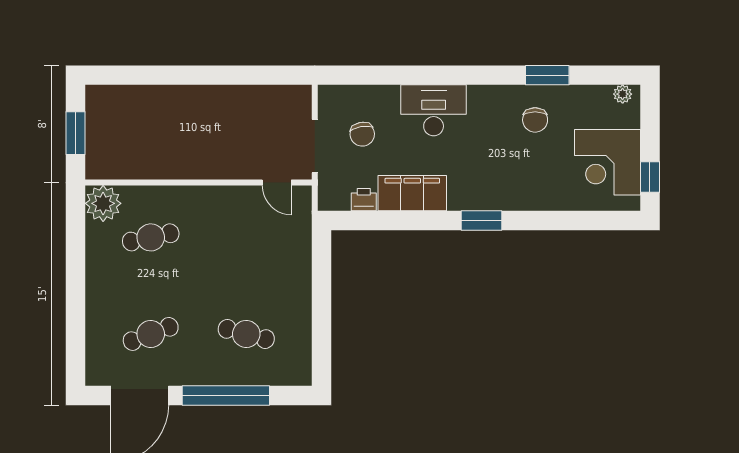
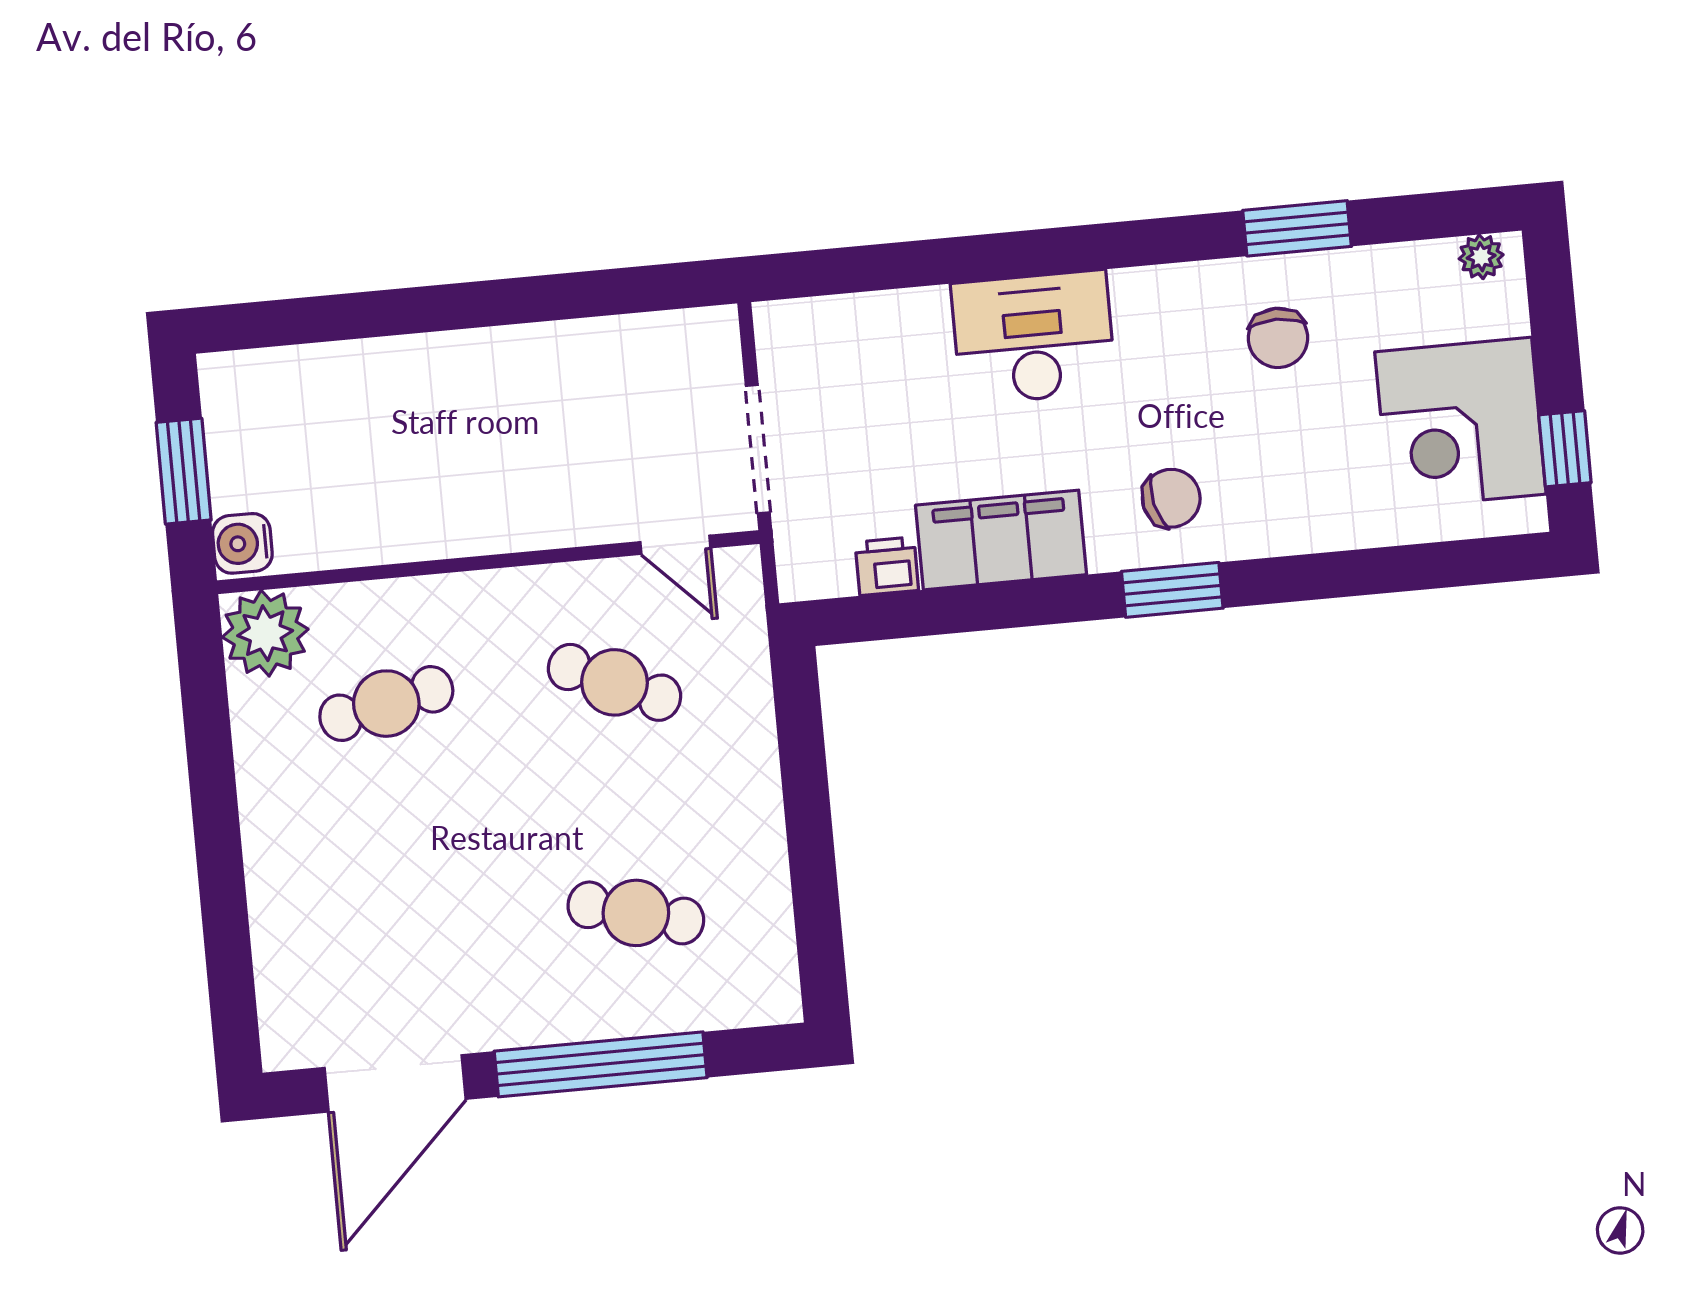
chair: (362, 134) -> (1171, 498), moved, turned -93
water cooler: (97, 165) -> (242, 543), added
cafe table: (151, 334) -> (614, 682), moved, turned 45

